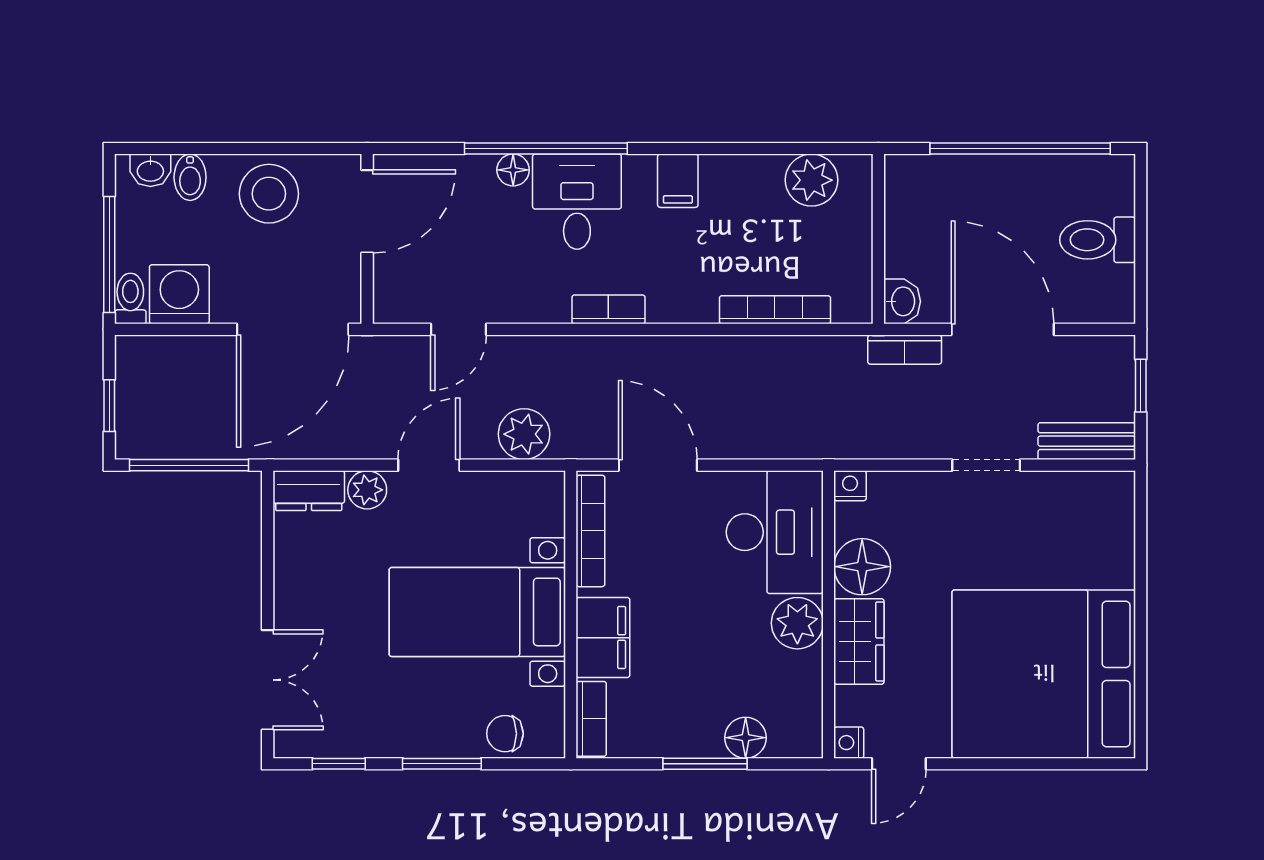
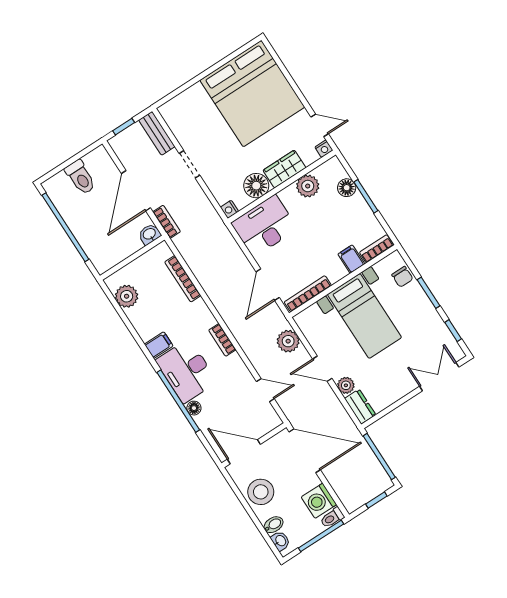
desk: (577, 202) -> (186, 371), width x1.37
plant: (797, 623) -> (308, 186), moved
filing cabinet: (603, 638) -> (351, 259), width x0.50

